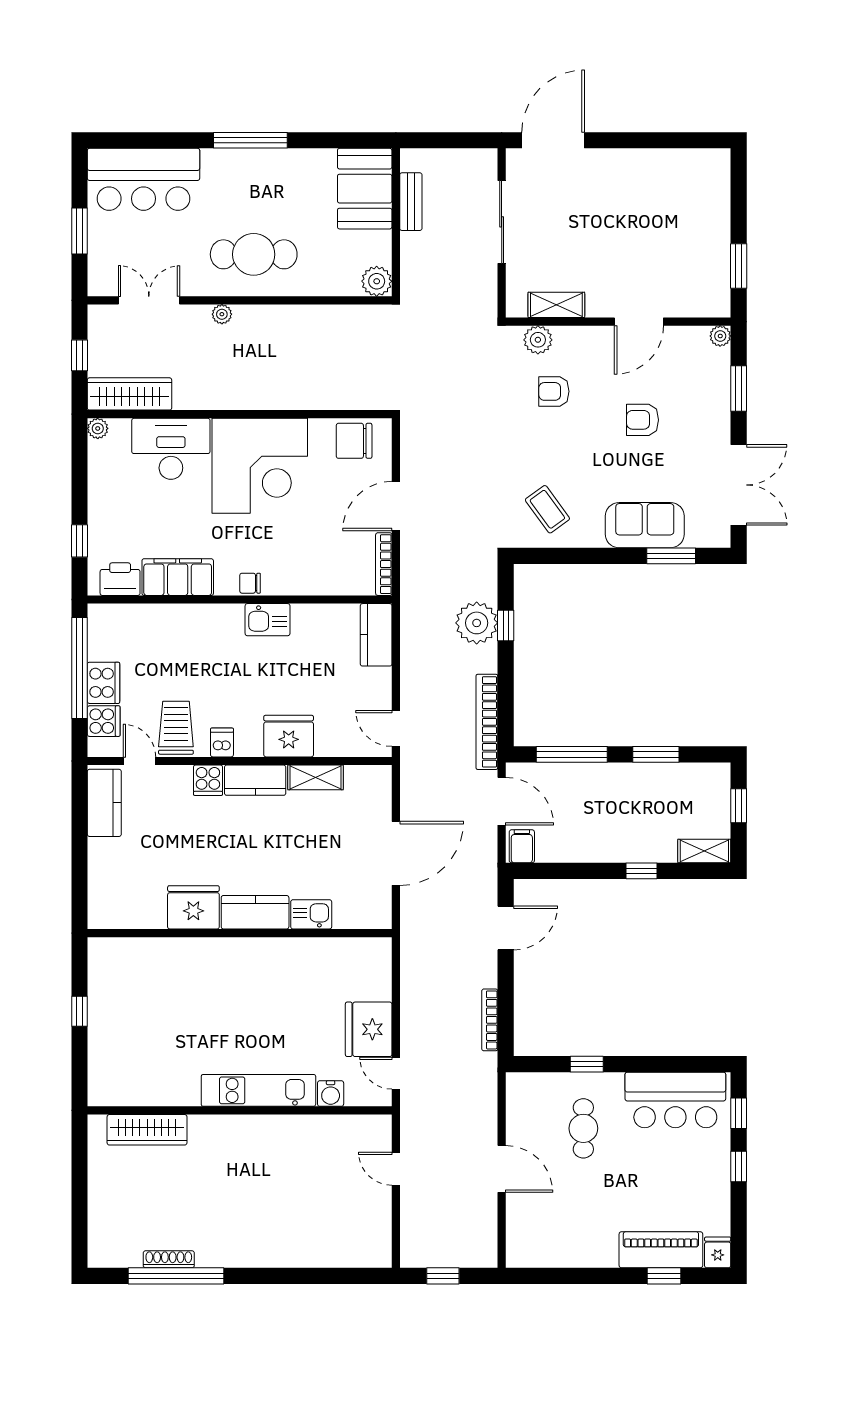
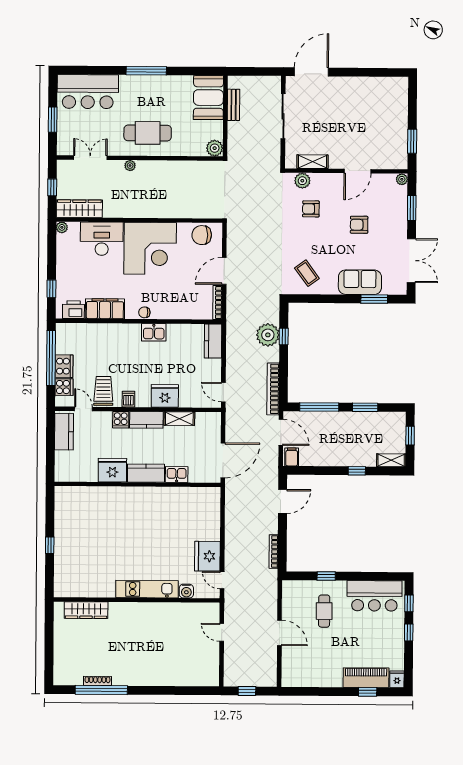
fridge: (193, 907) -> (112, 470), moved
kitchen counter: (255, 912) -> (146, 473), moved
kitchen sink: (311, 914) -> (177, 474), moved
wall: (240, 933) -> (137, 484), moved

